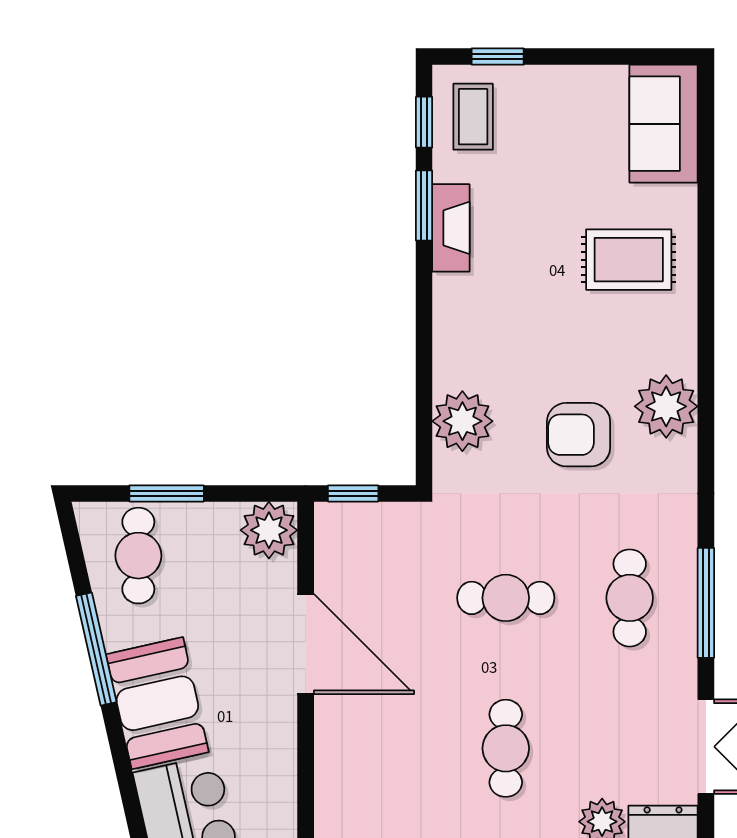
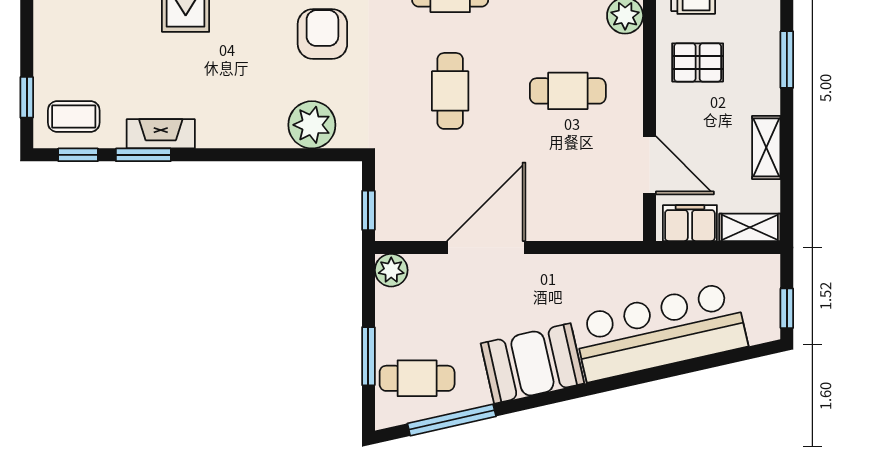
armchair: (579, 435) -> (322, 34), turned 180
plant: (269, 530) -> (391, 270), width x0.73, depth x0.73
window: (96, 649) -> (452, 420), moved

